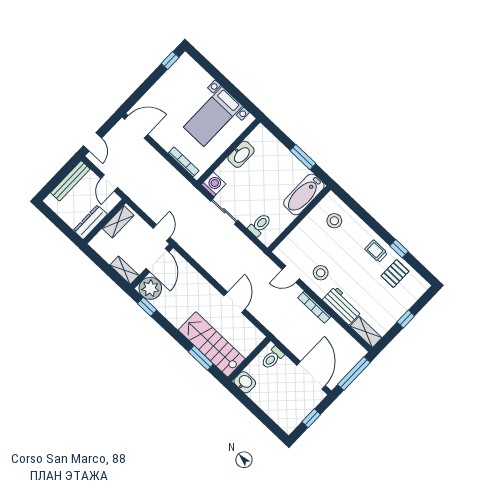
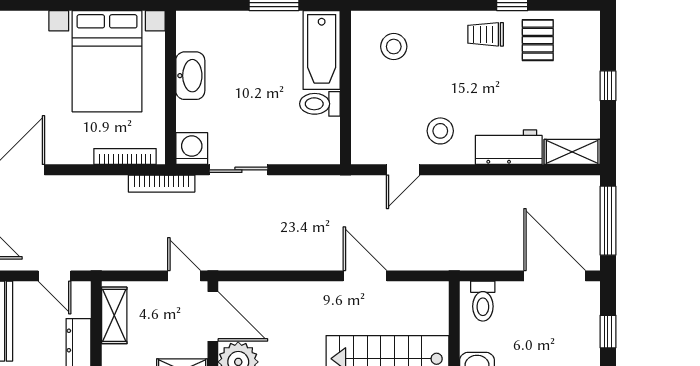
bed with nightstands: (213, 116) -> (107, 61), width x1.36
toilet: (260, 225) -> (320, 104), moved, turned -90
bookcase: (314, 307) -> (162, 184), moved

